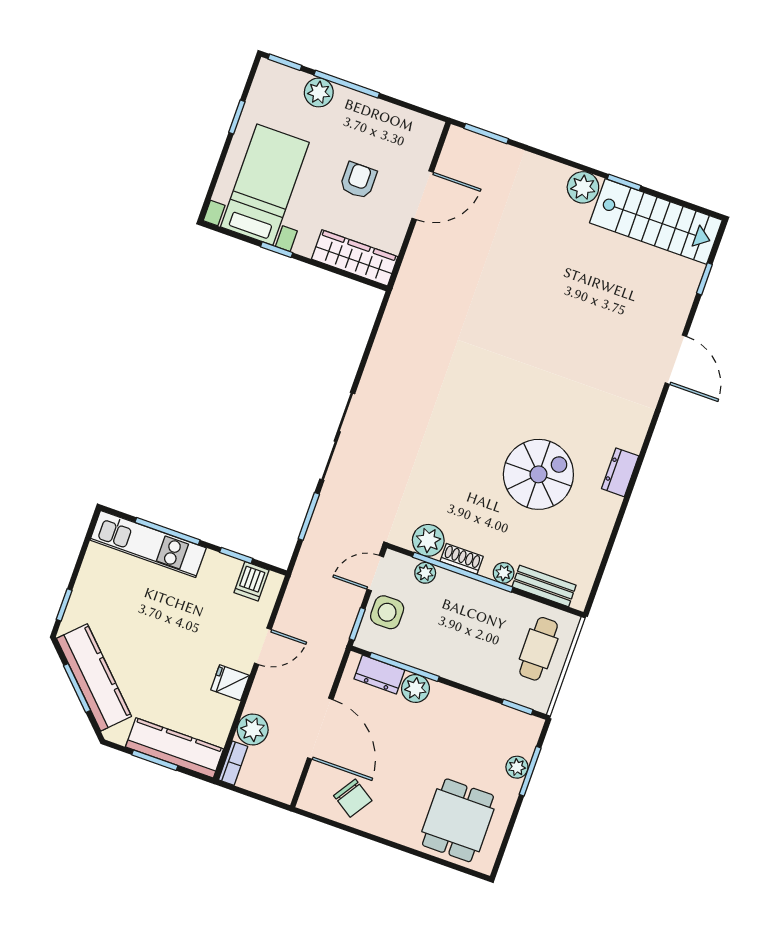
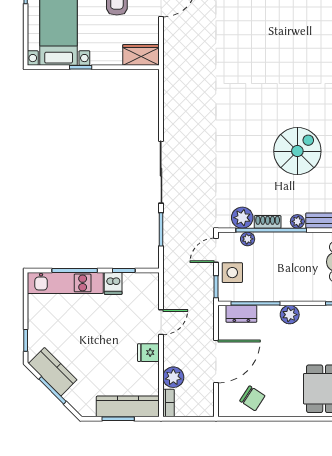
wardrobe: (355, 258) -> (141, 55), width x0.67
dishwasher: (251, 581) -> (113, 283), moved
kitchen counter: (94, 677) -> (53, 372), width x0.67
plant: (415, 689) -> (290, 315), moved
door: (320, 729) -> (216, 362), hinge flipped

